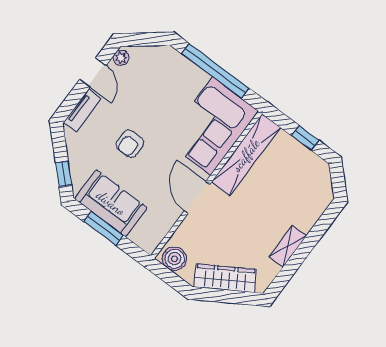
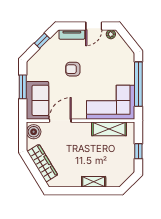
shelving: (246, 155) -> (109, 129), width x0.68
window: (64, 174) -> (42, 41), moved
door: (197, 198) -> (60, 121), moved
sofa: (111, 203) -> (37, 100), moved
shelving: (288, 246) -> (94, 182), moved

